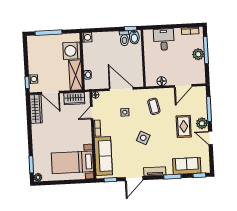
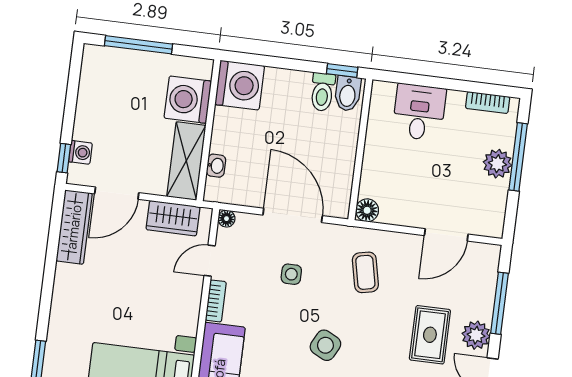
washing machine: (87, 37) -> (240, 85), width x1.89, depth x1.89
floor lamp: (162, 81) -> (367, 210), moved
door: (50, 93) -> (117, 193), hinge flipped

